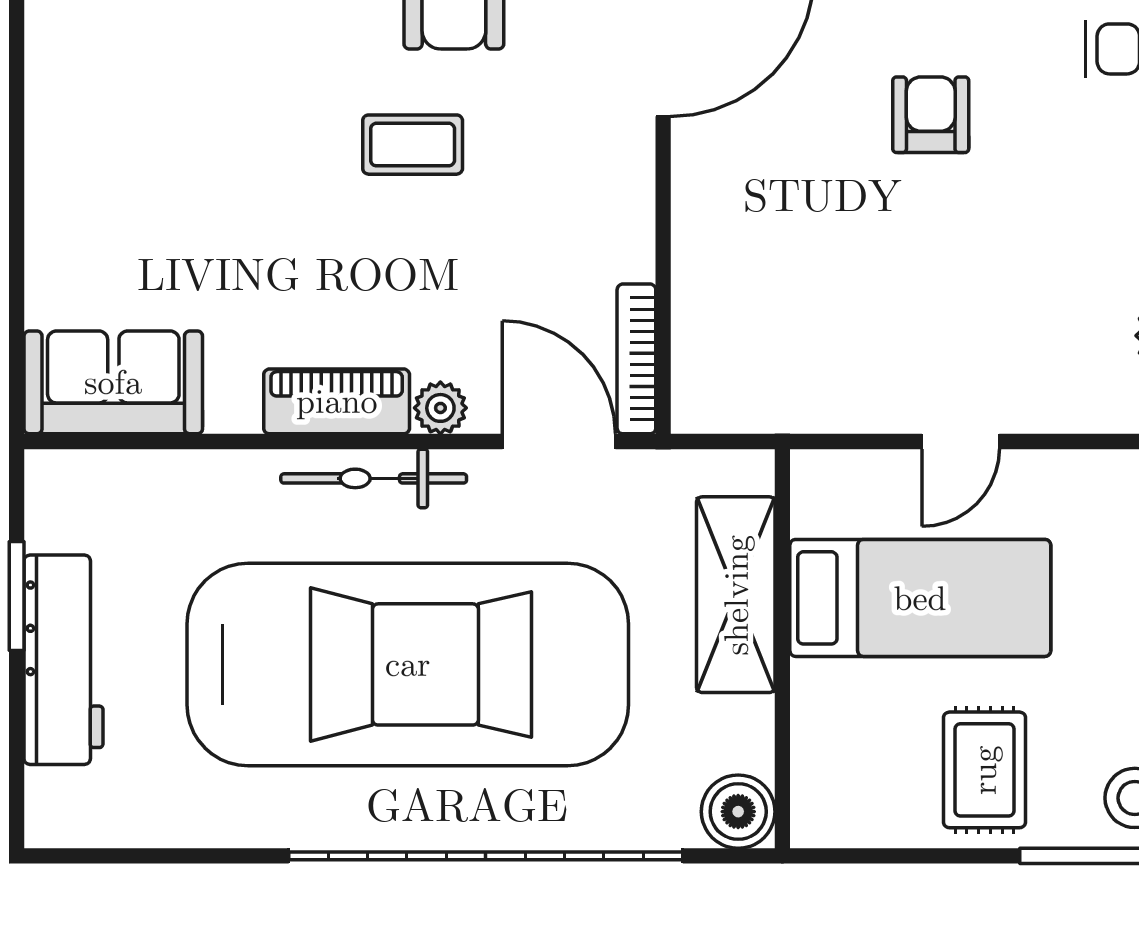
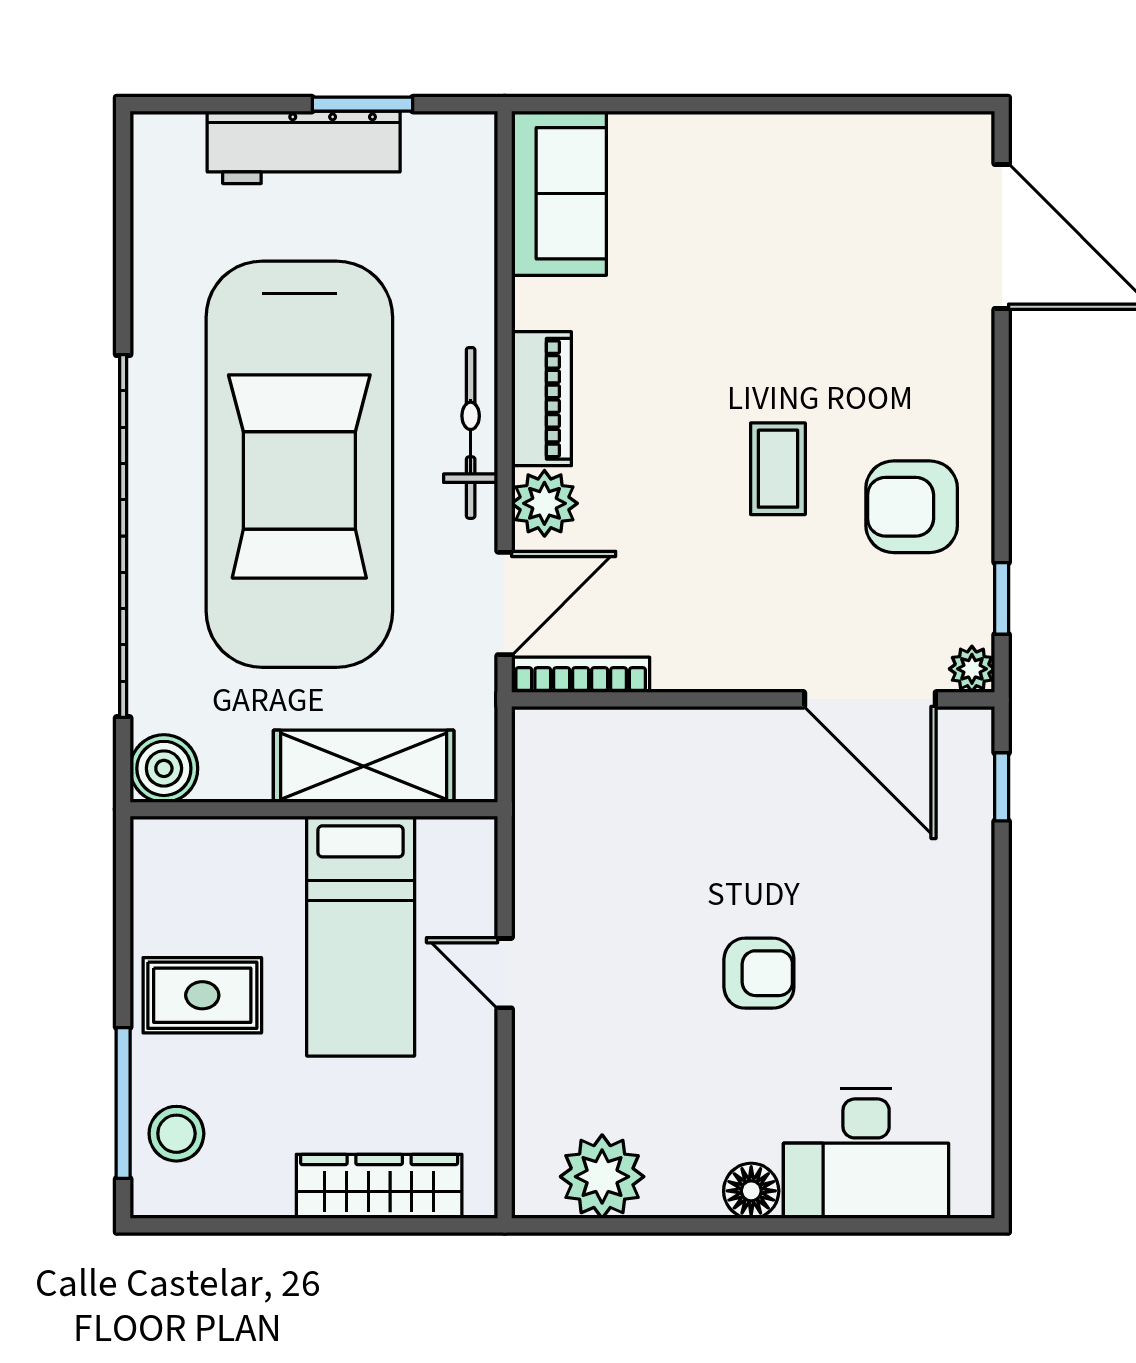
armchair: (931, 115) -> (759, 973), moved
plant: (440, 408) -> (544, 503), width x1.38, depth x1.38

